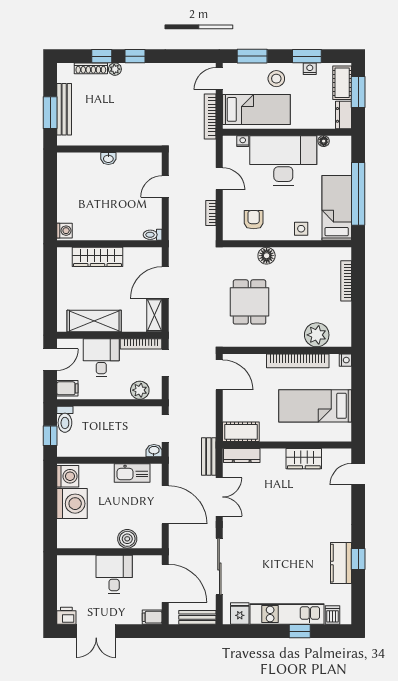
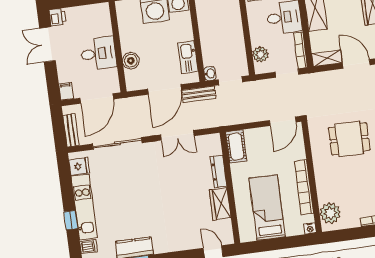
plant: (317, 335) -> (330, 213), moved
bench: (209, 456) -> (199, 94), moved
dresser: (242, 456) -> (219, 171), moved

